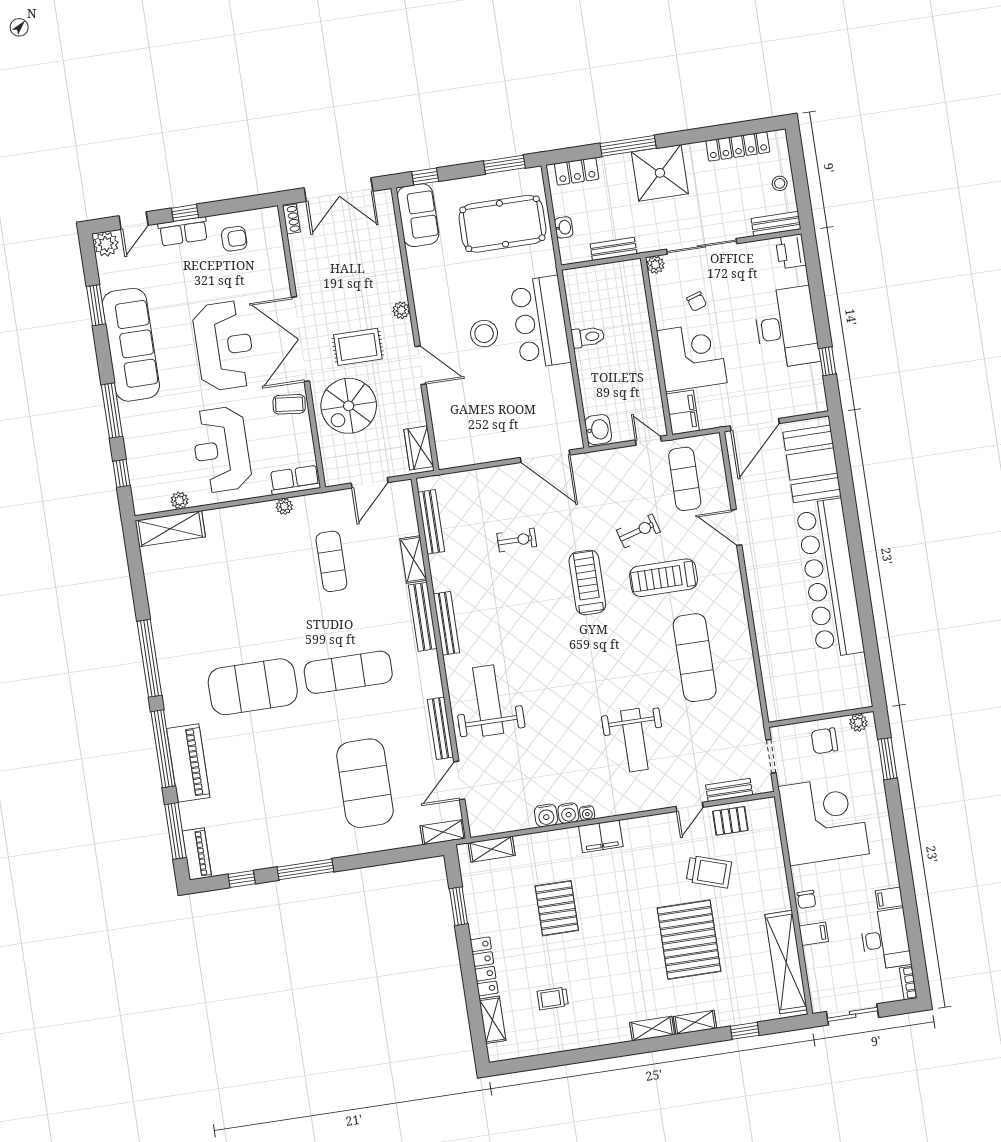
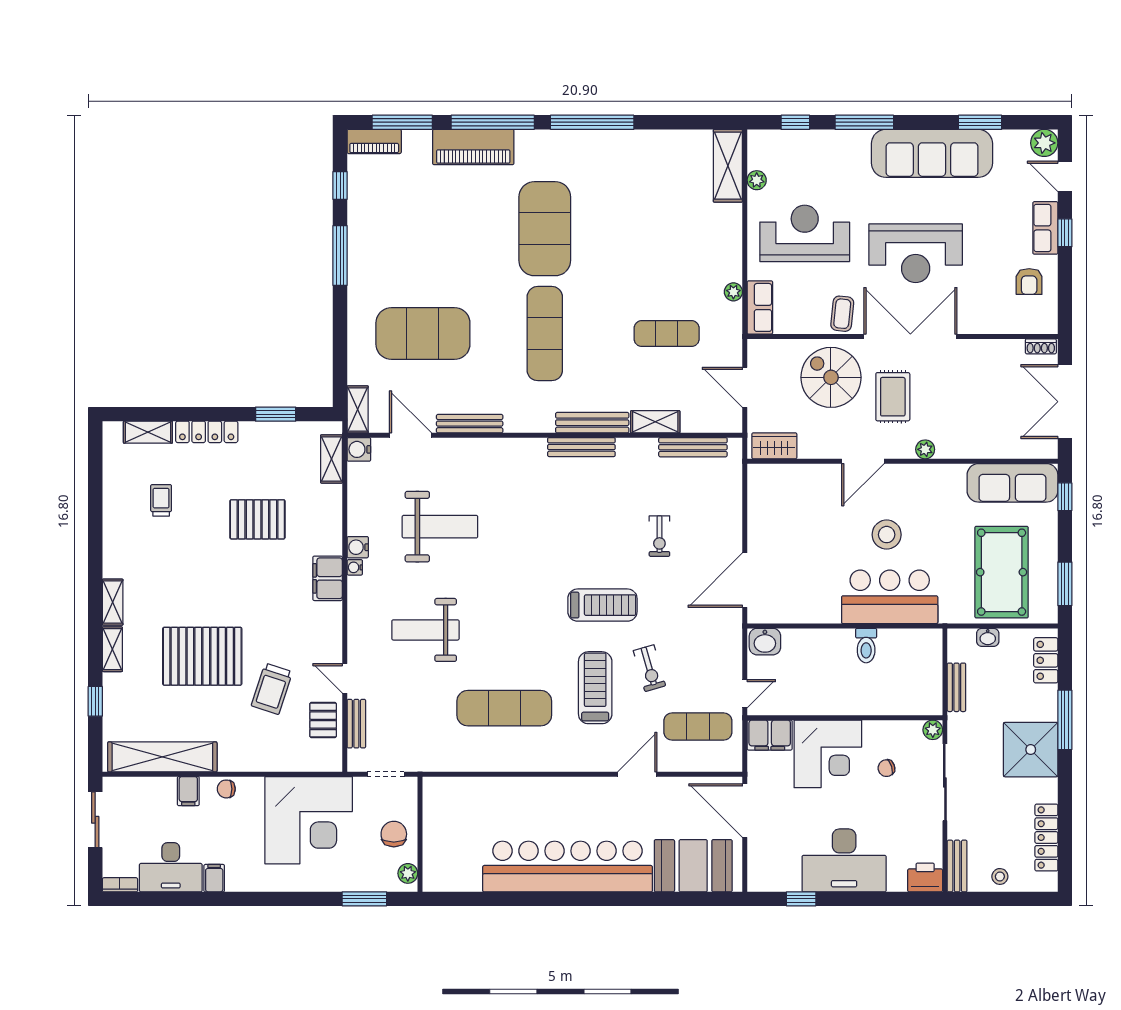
sofa: (418, 215) -> (1012, 483), width x1.36
weight bench: (488, 701) -> (440, 527), moved
water cooler: (546, 815) -> (359, 449), moved

